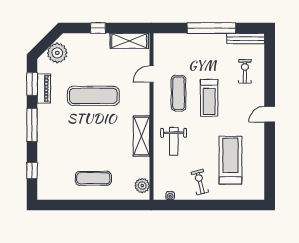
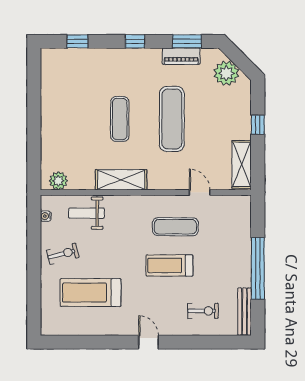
window: (32, 125) -> (135, 41), width x0.46
weight bench: (174, 141) -> (86, 213), moved
treadmill: (230, 160) -> (91, 293), turned 180
exercise mat: (93, 178) -> (120, 119), moved

